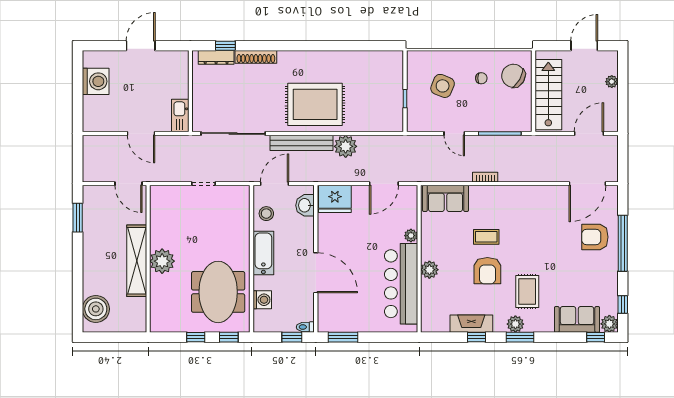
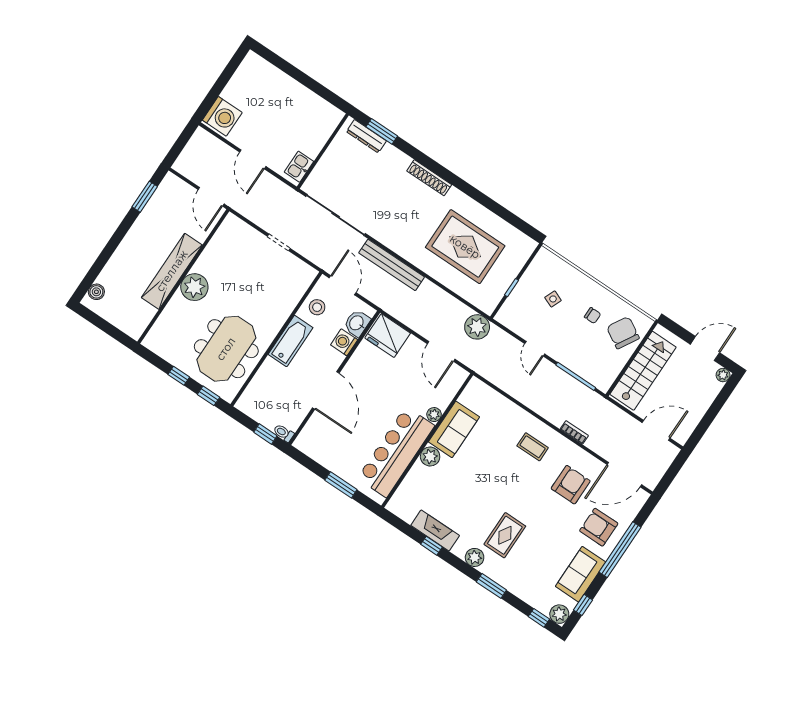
door: (141, 46) -> (305, 80), removed
window: (225, 46) -> (382, 131), width x1.50
shoe rack: (256, 57) -> (429, 178), moved
washing machine: (96, 81) -> (222, 116), moved
plant: (612, 82) -> (723, 375), moved
side table: (443, 86) -> (553, 299), width x0.54, depth x0.54
rug: (315, 104) -> (465, 247), moved
kitchen sink: (180, 115) -> (299, 167), width x0.73
plant: (346, 146) -> (477, 327), moved
bookcase: (485, 177) -> (574, 432), moved
door: (275, 184) -> (343, 285), hinge flipped
door: (384, 184) -> (441, 351), hinge flipped
sofa: (446, 198) -> (454, 429), moved, turned -90
coffee table: (486, 237) -> (533, 447), moved
armchair: (487, 271) -> (571, 485), moved, turned 180
washing machine: (262, 300) -> (344, 342), moved, turned 180
boiler: (96, 309) -> (96, 292), width x0.54, depth x0.54
sofa: (577, 319) -> (580, 574), moved, turned -90
window: (343, 337) -> (341, 485), moved
window: (520, 337) -> (491, 586), moved

